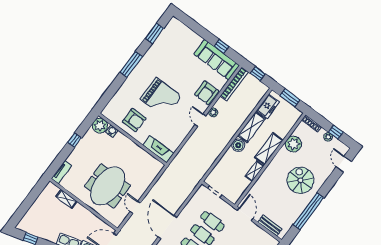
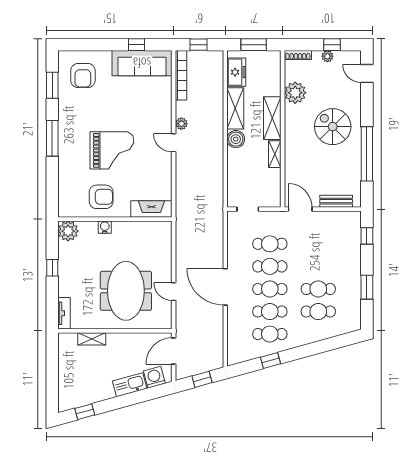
armchair: (207, 93) -> (83, 75), moved
water cooler: (112, 131) -> (105, 227), moved

